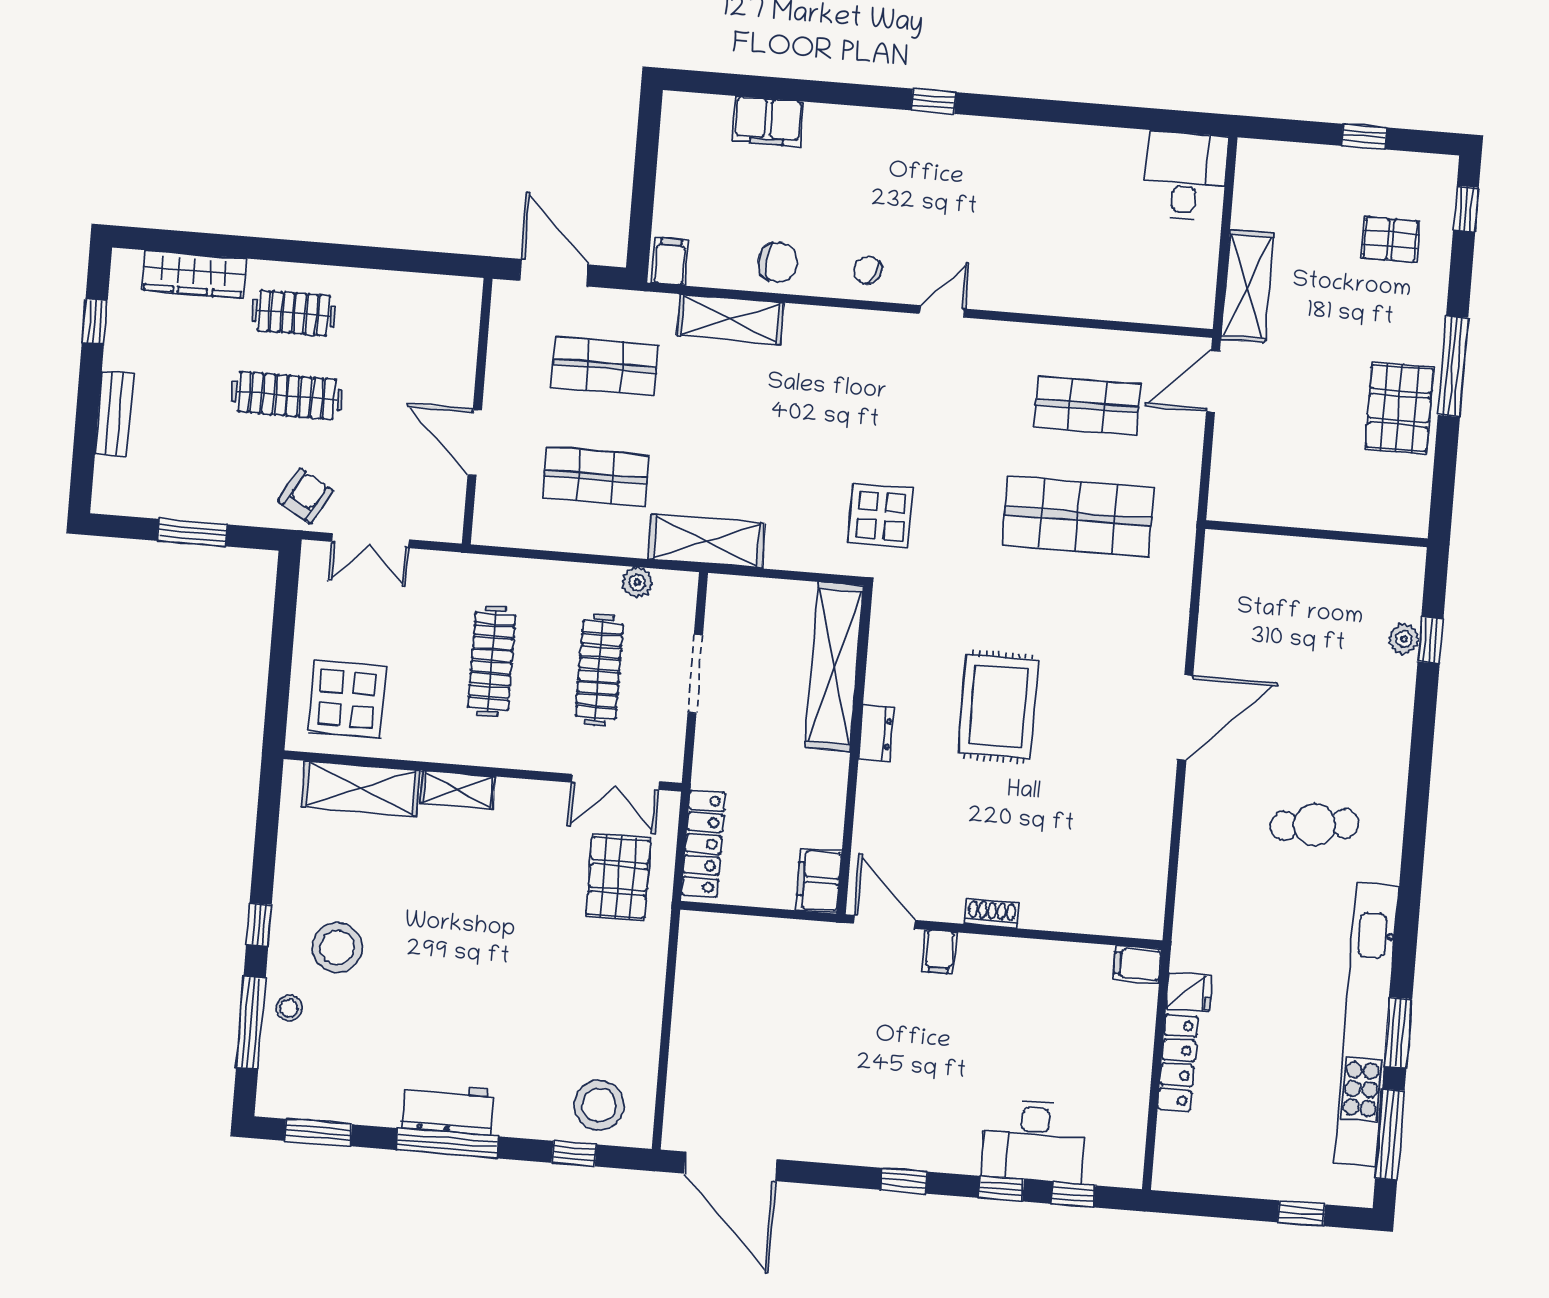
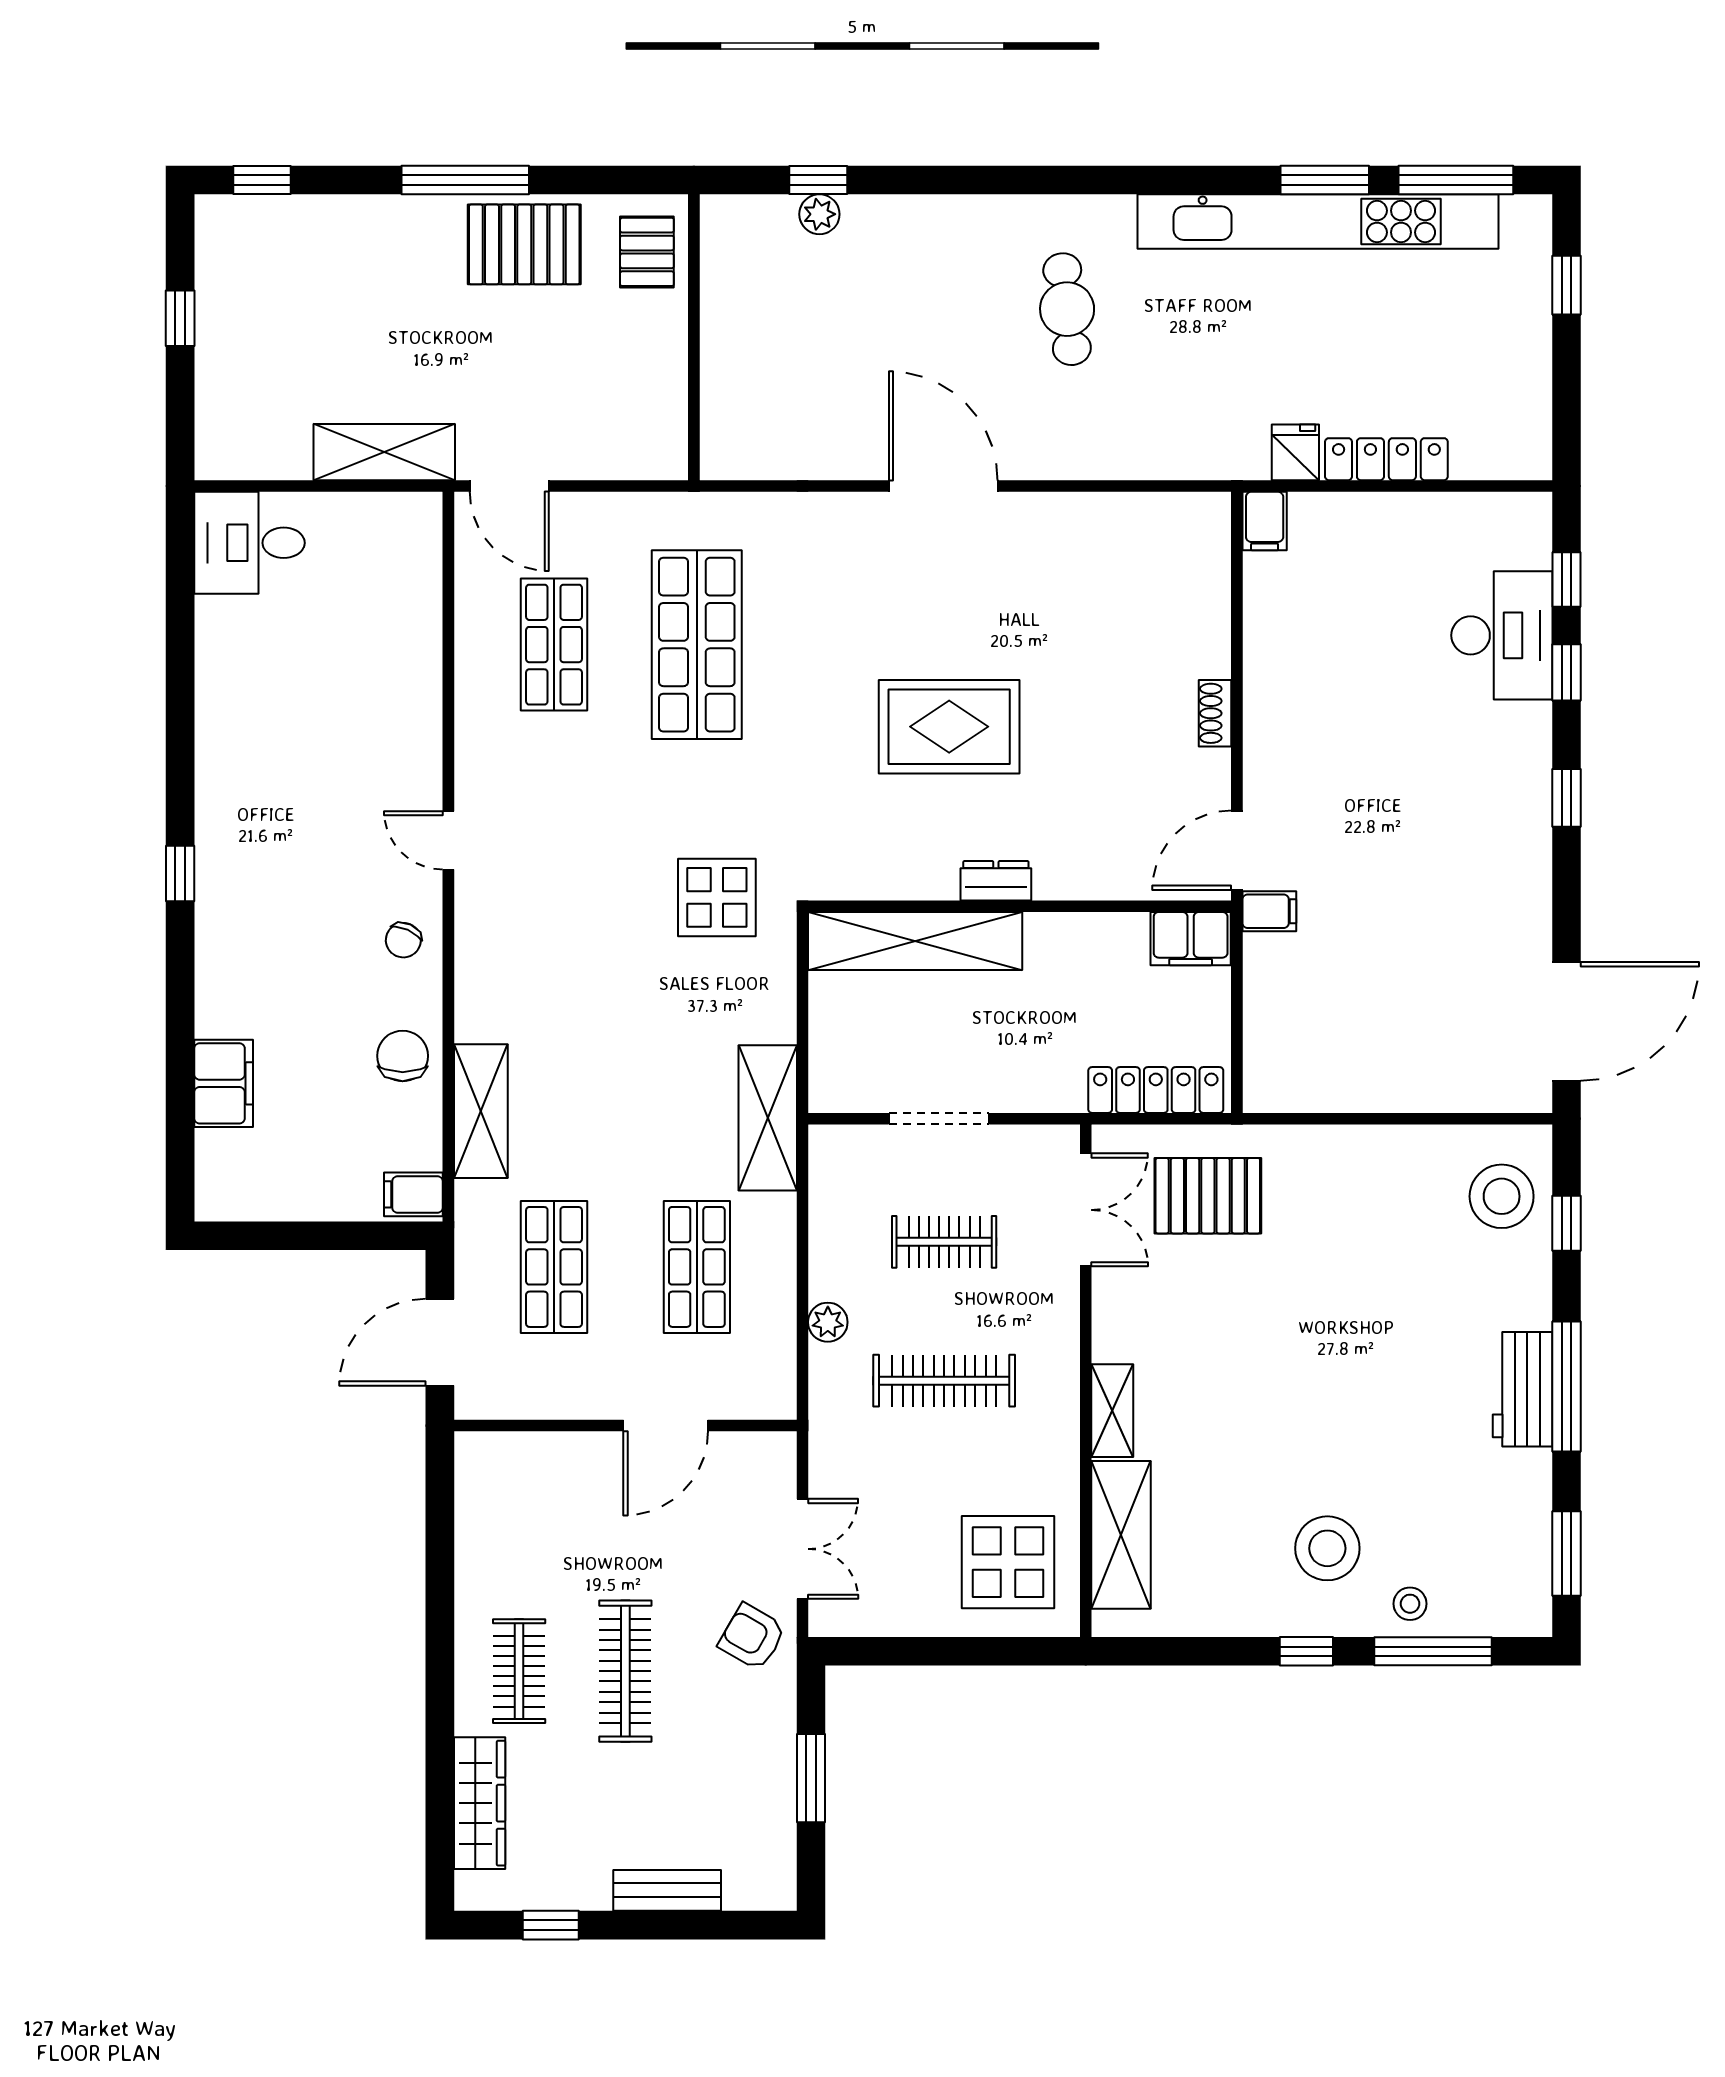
pallet: (1390, 239) -> (647, 252), moved
plant: (637, 582) -> (828, 1322), moved
clothes rail: (599, 670) -> (944, 1242), width x0.73
filing cabinet: (940, 952) -> (1269, 911), moved

